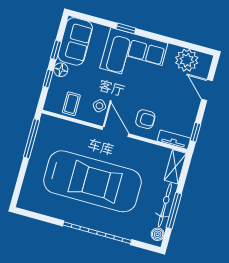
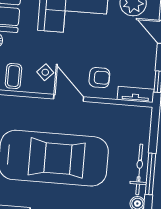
shelving: (175, 167) -> (143, 124), removed

